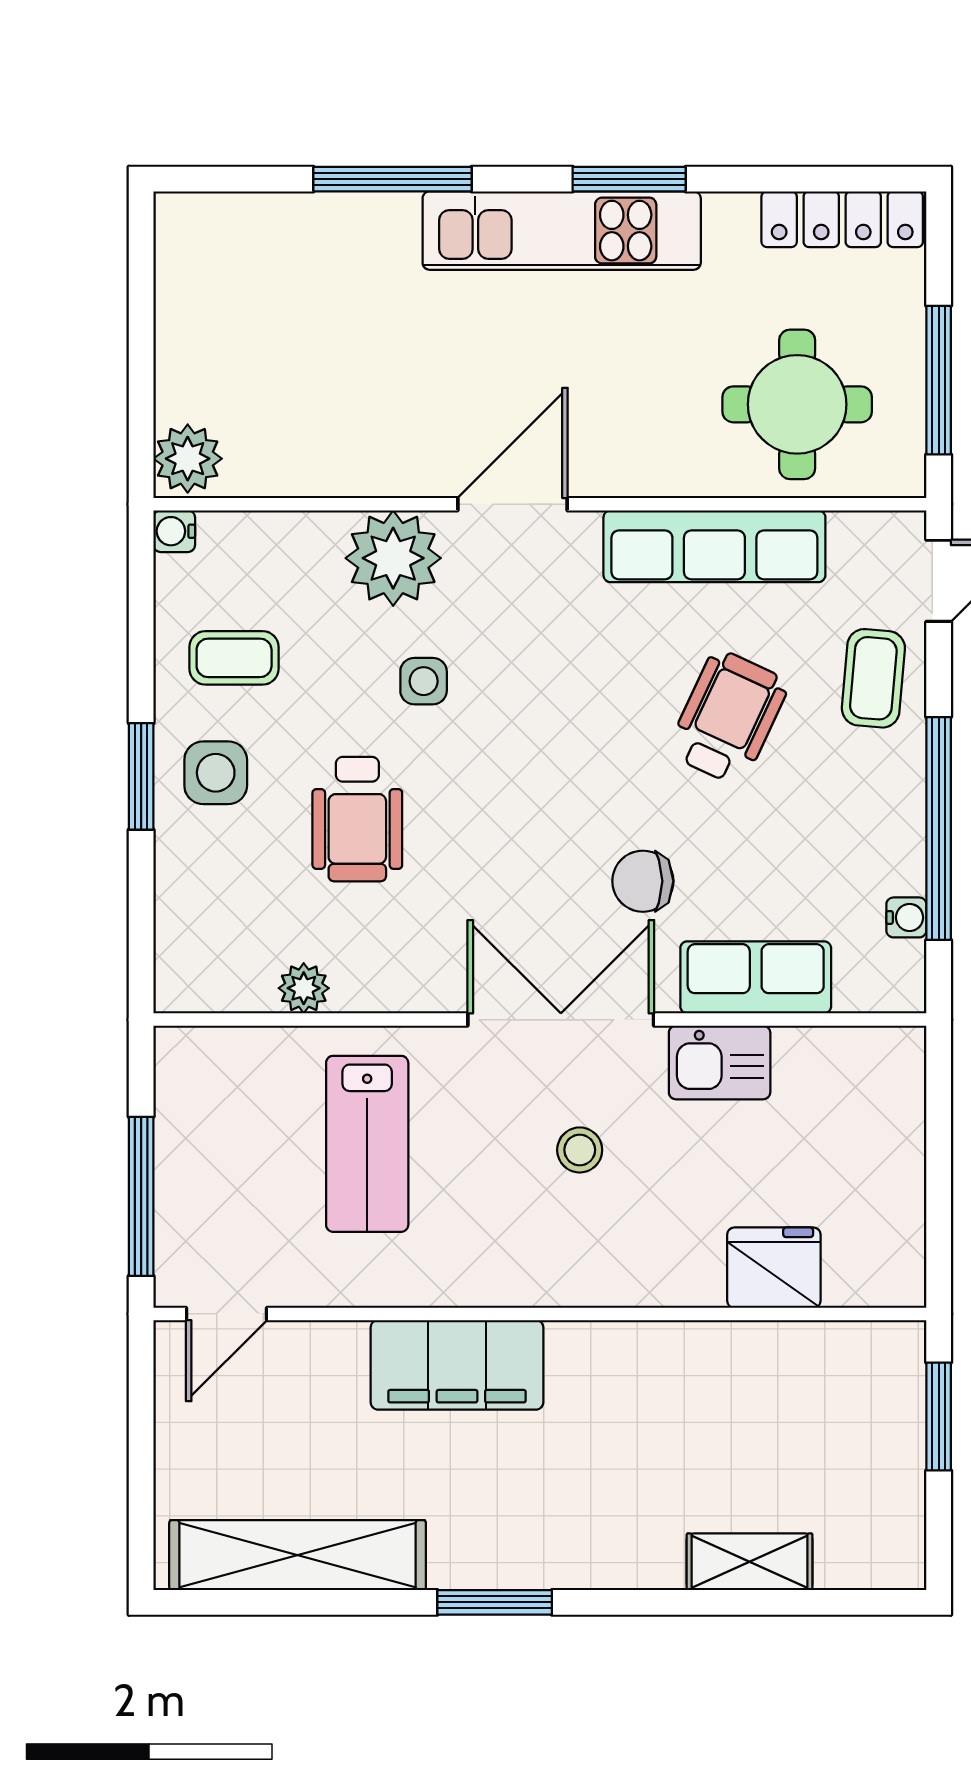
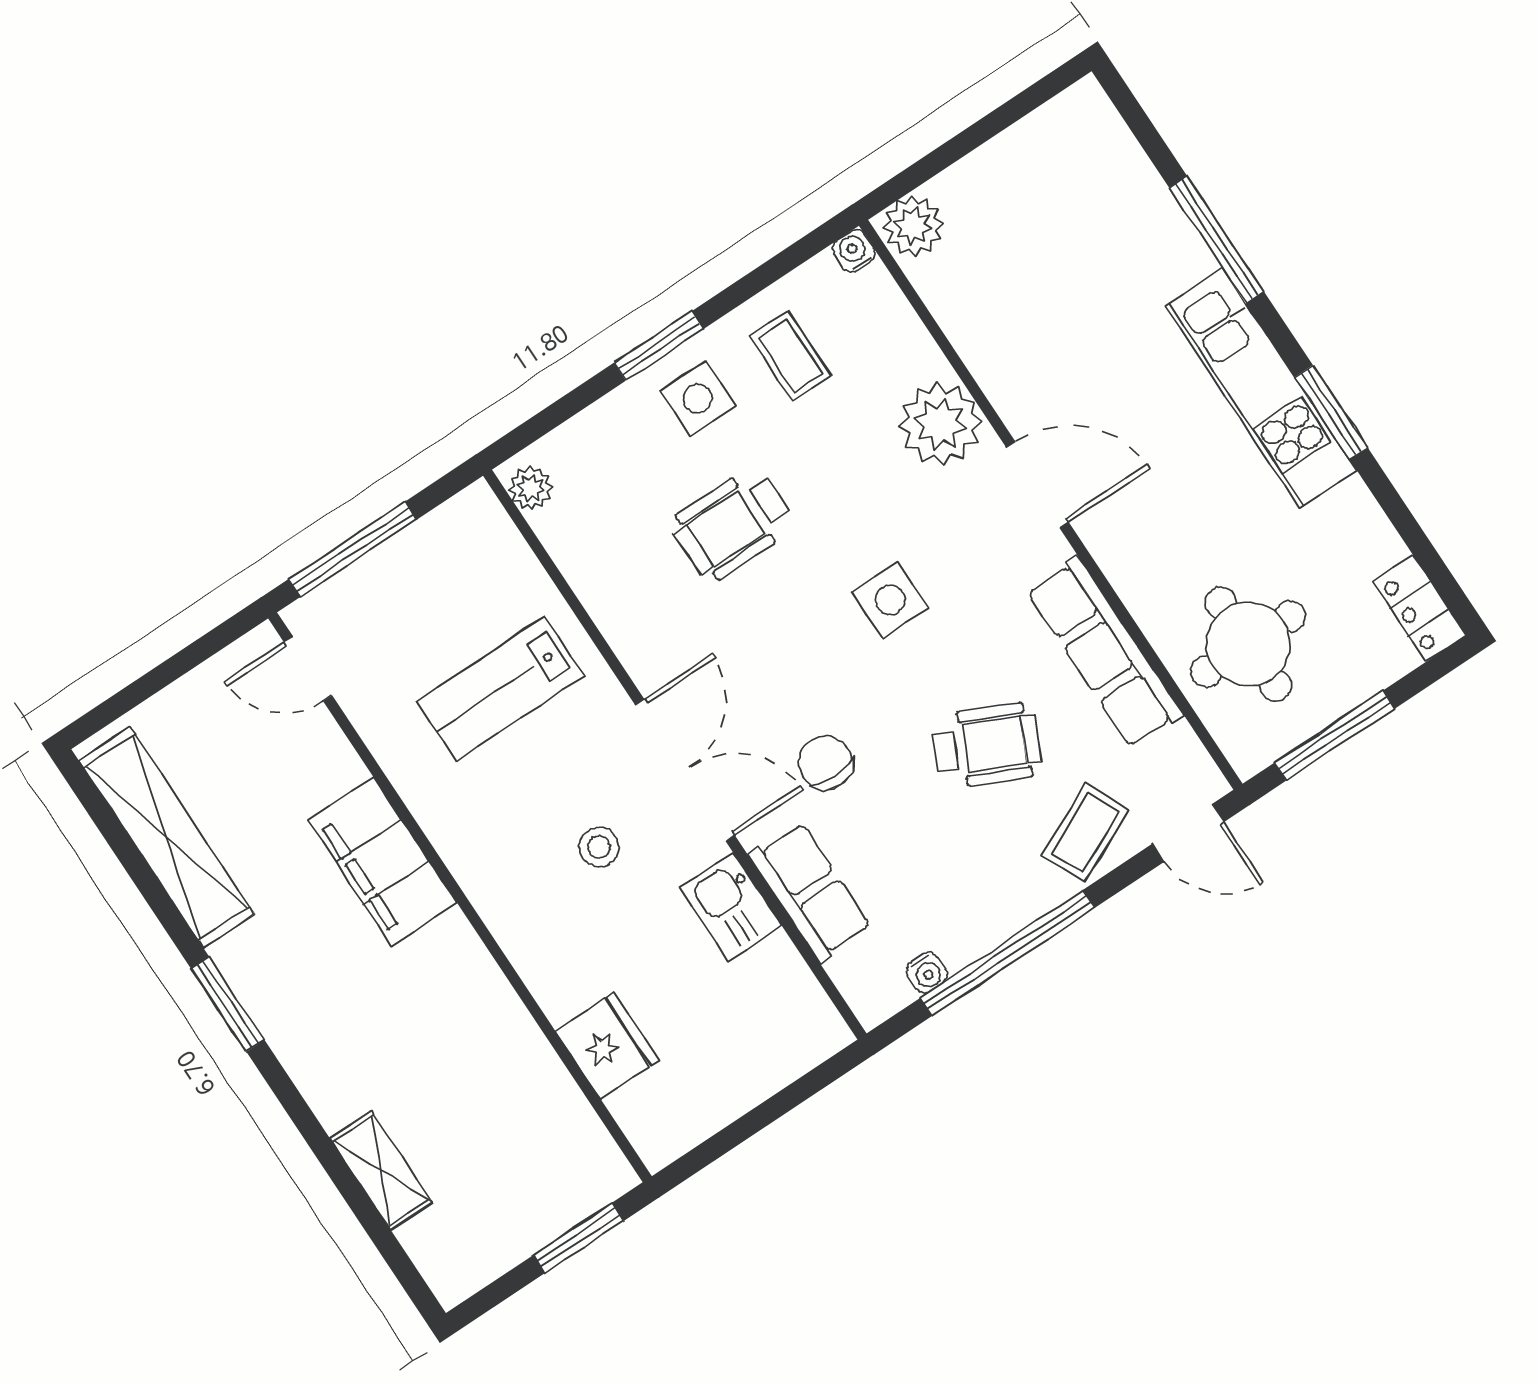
locker: (842, 219) -> (1419, 608), width x0.66
coffee table: (873, 678) -> (1085, 833), turned -30
side table: (424, 681) -> (890, 600), moved, width x1.37, depth x1.37
plant: (304, 988) -> (531, 488), moved

